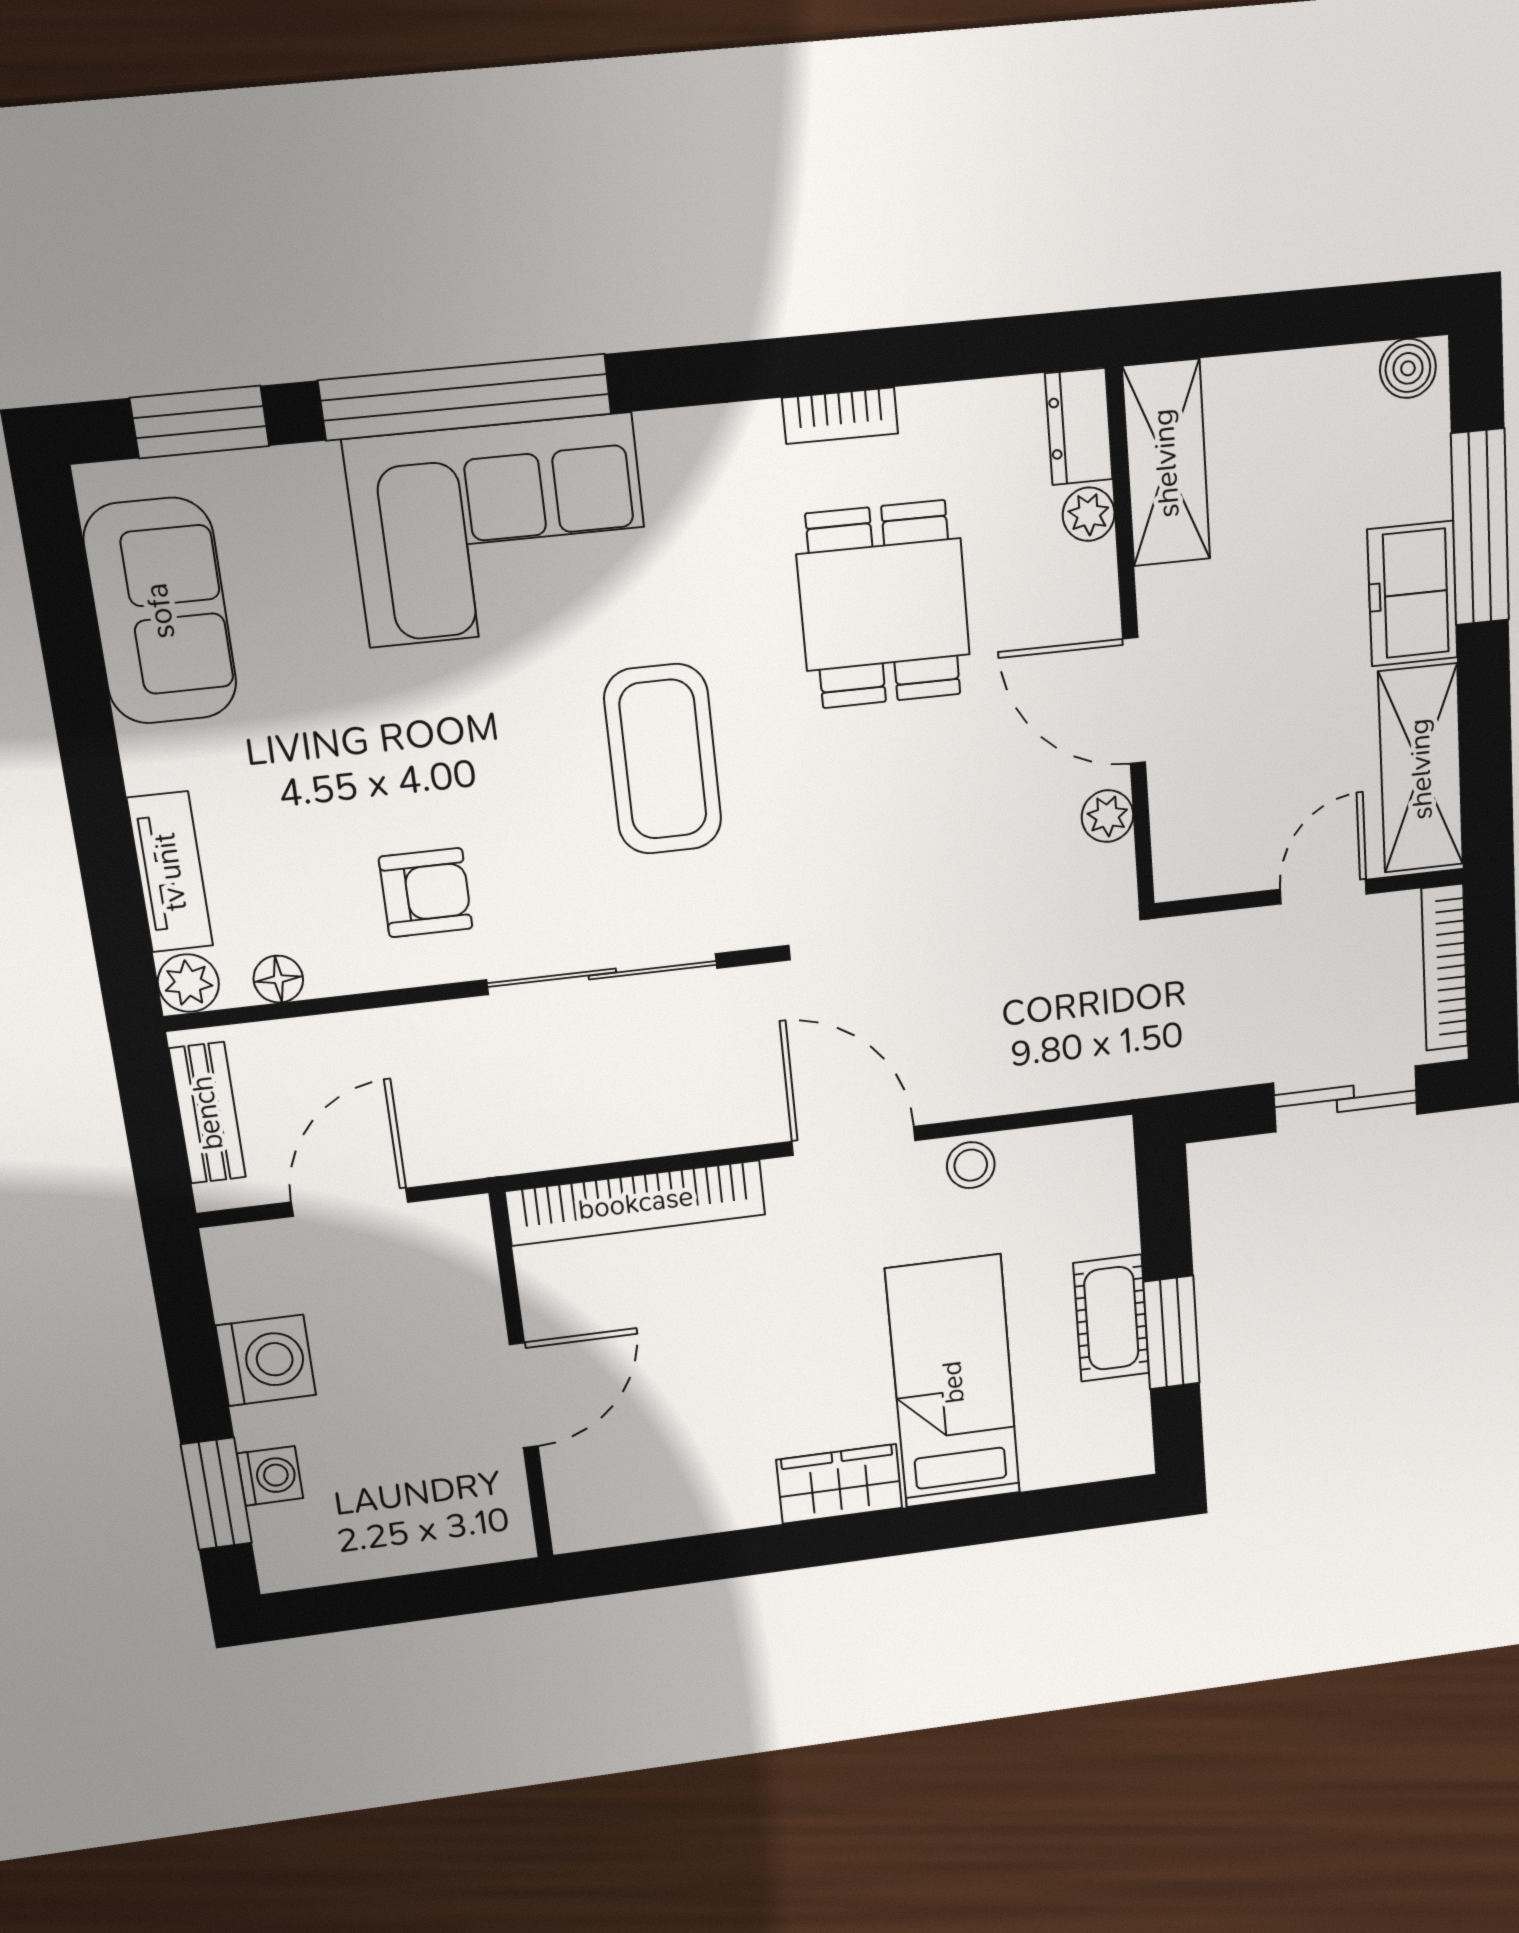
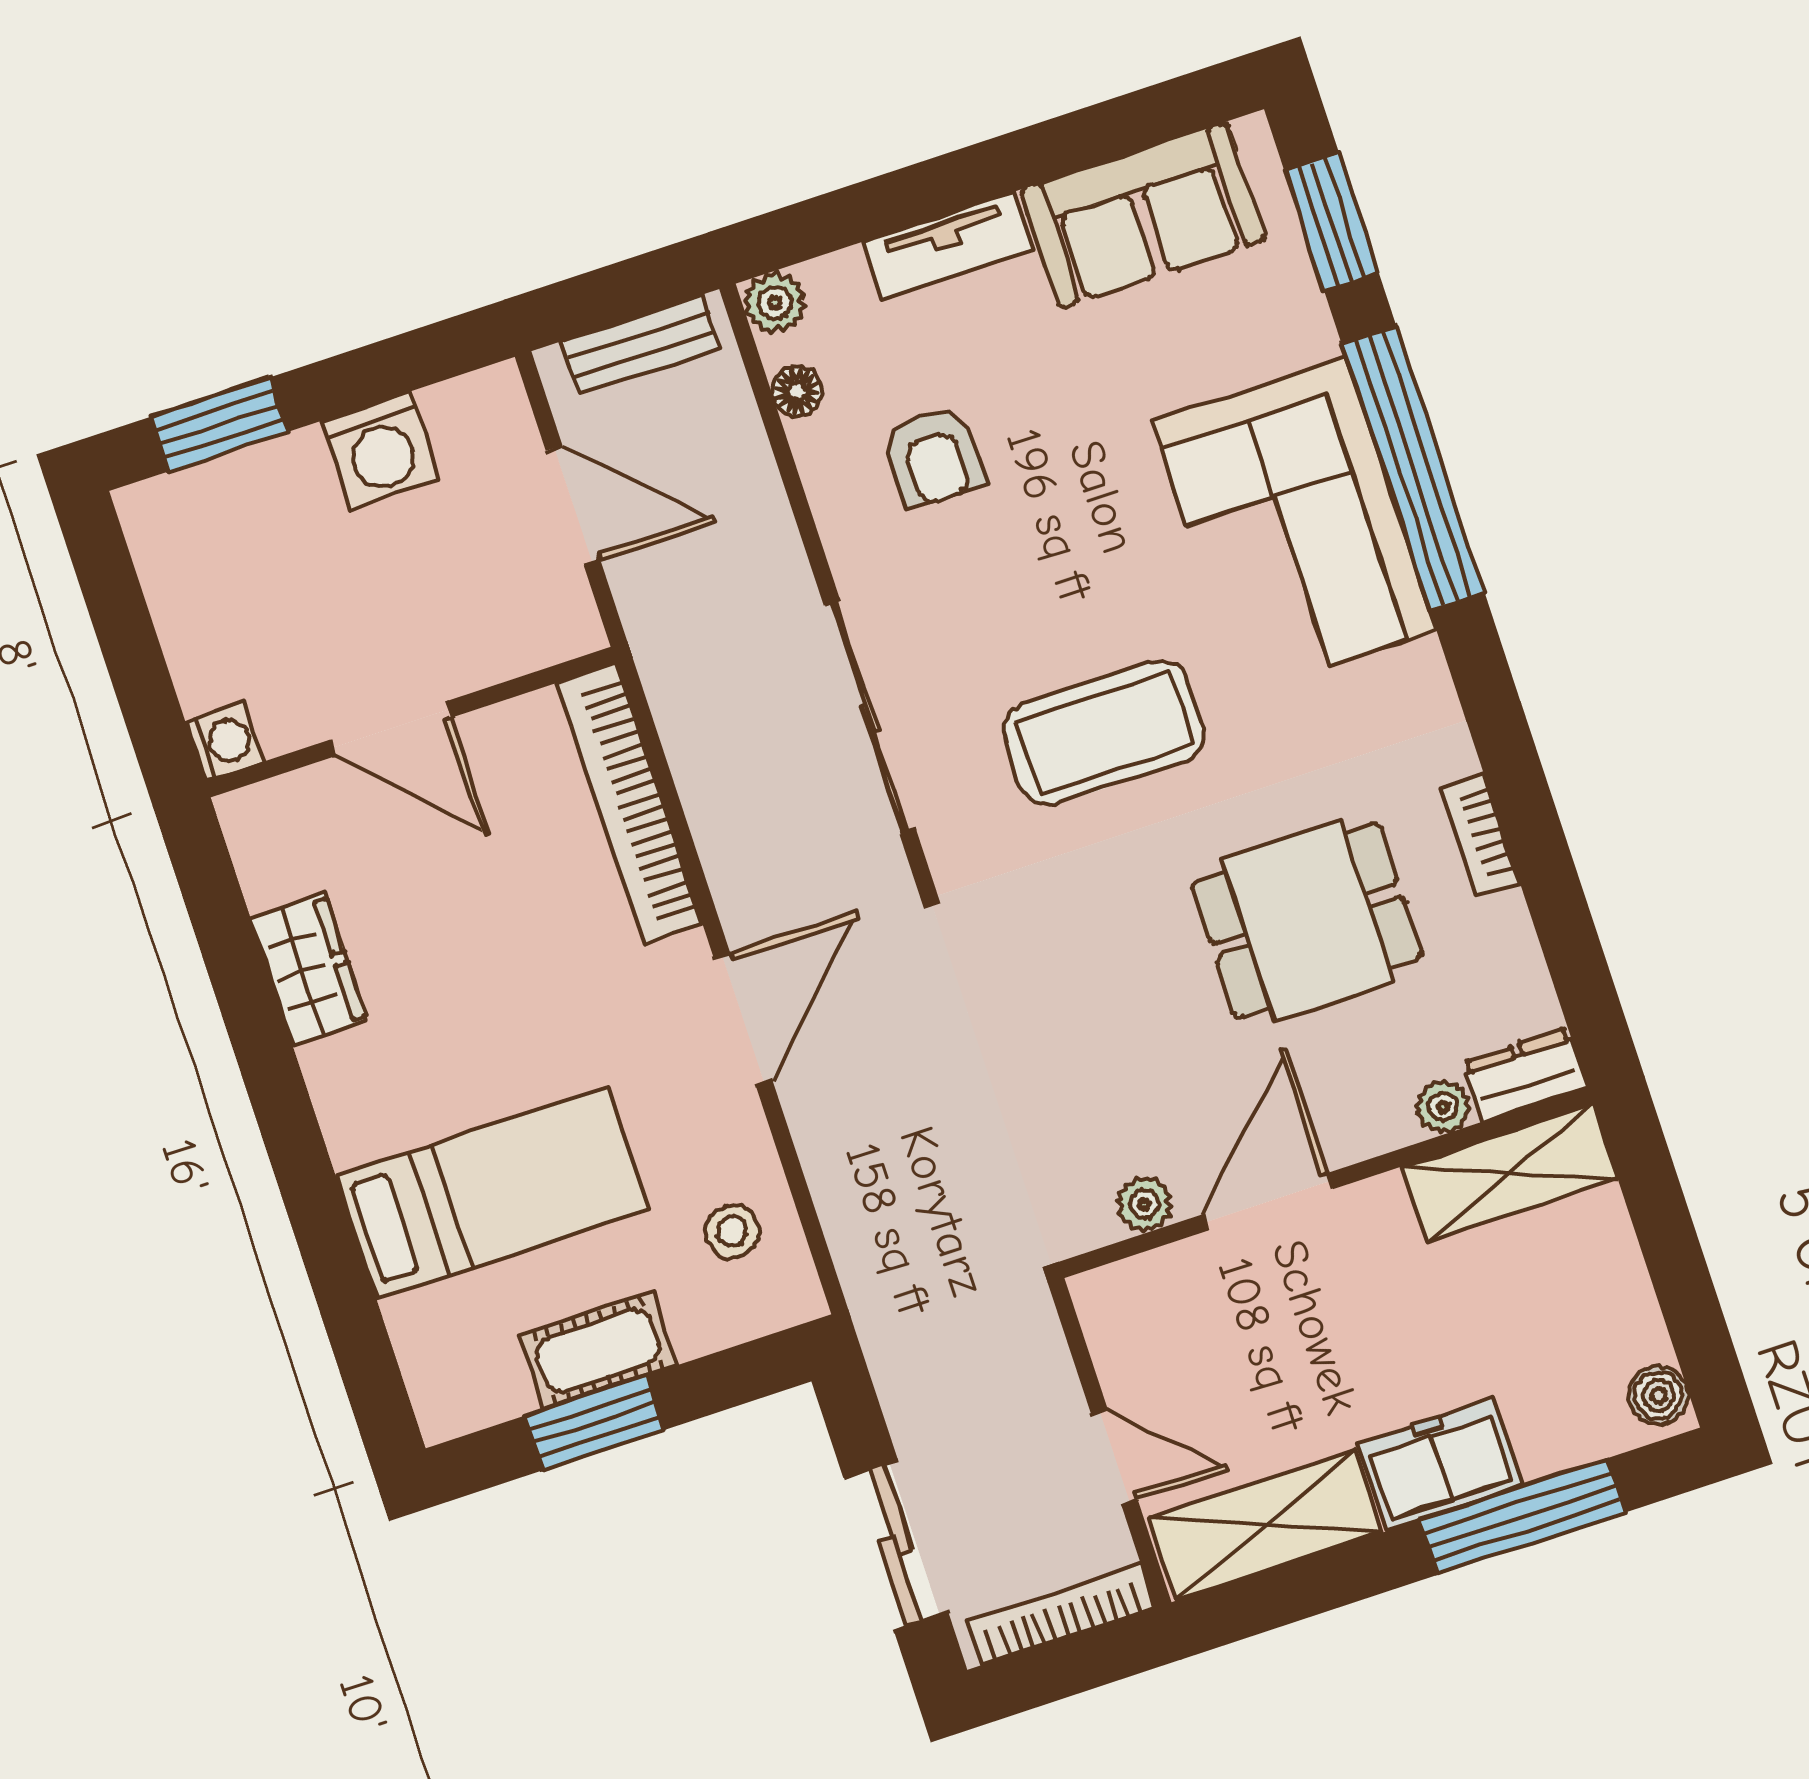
tv unit: (170, 872) -> (948, 246), moved
armchair: (426, 893) -> (934, 457), moved
stool: (971, 1165) -> (732, 1231), moved
washing machine: (270, 1476) -> (225, 742), moved, turned -90
wardrobe: (839, 1484) -> (308, 969), moved

